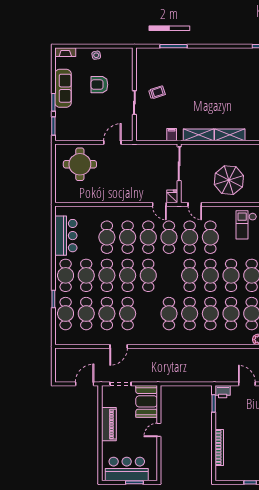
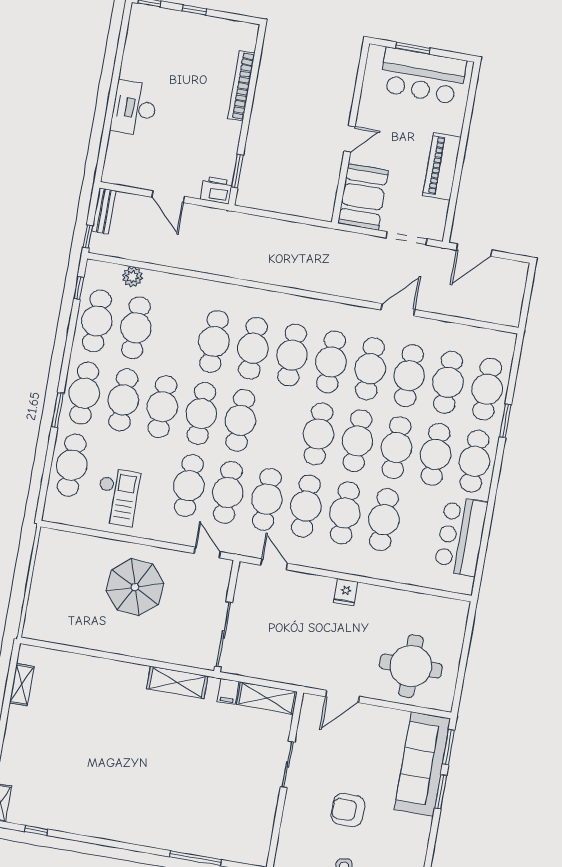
armchair: (99, 85) -> (348, 810), turned 180
sofa: (63, 88) -> (422, 764), moved, width x1.36, depth x1.27
trolley: (157, 92) -> (242, 776), removed
shelving: (230, 135) -> (267, 698), moved
fridge: (172, 196) -> (346, 592), moved
cafe table: (231, 314) -> (331, 362), moved

